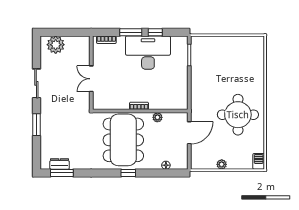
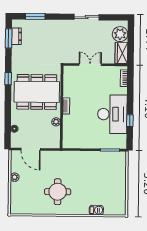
window: (131, 32) -> (130, 99), removed
wardrobe: (78, 43) -> (121, 53), added
round table: (238, 115) -> (58, 192), width x0.73, depth x0.73
window: (36, 125) -> (35, 16), moved
door: (189, 133) -> (31, 149), moved
barbecue: (259, 161) -> (96, 210), moved
window: (128, 173) -> (8, 79), moved

